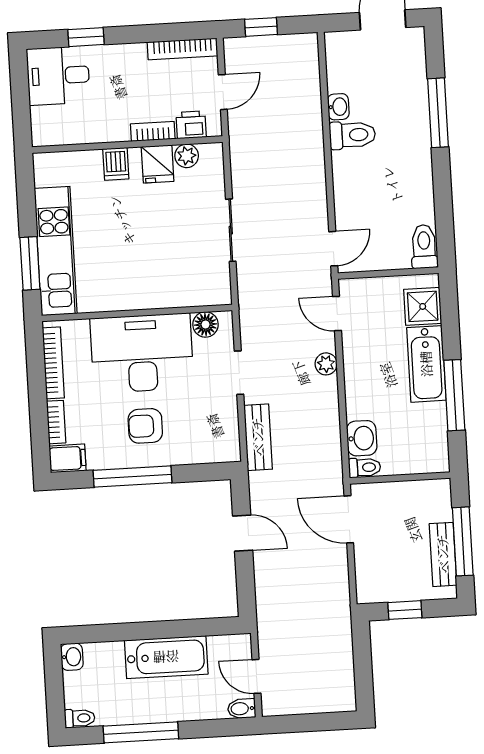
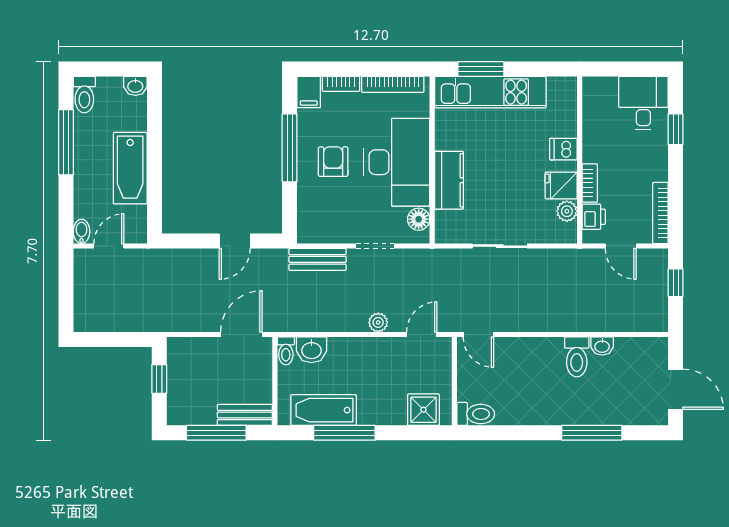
kitchen counter: (159, 292) -> (449, 180), added
bathtub: (426, 364) -> (324, 410), moved
bench: (443, 554) -> (245, 415), moved
toilet: (80, 718) -> (84, 95), width x1.37, depth x1.39

